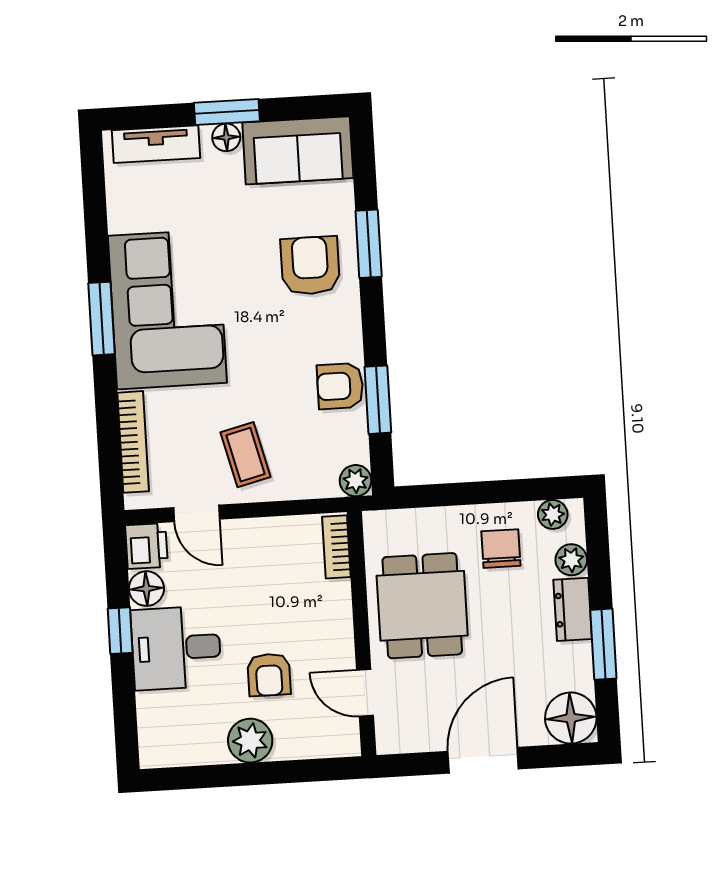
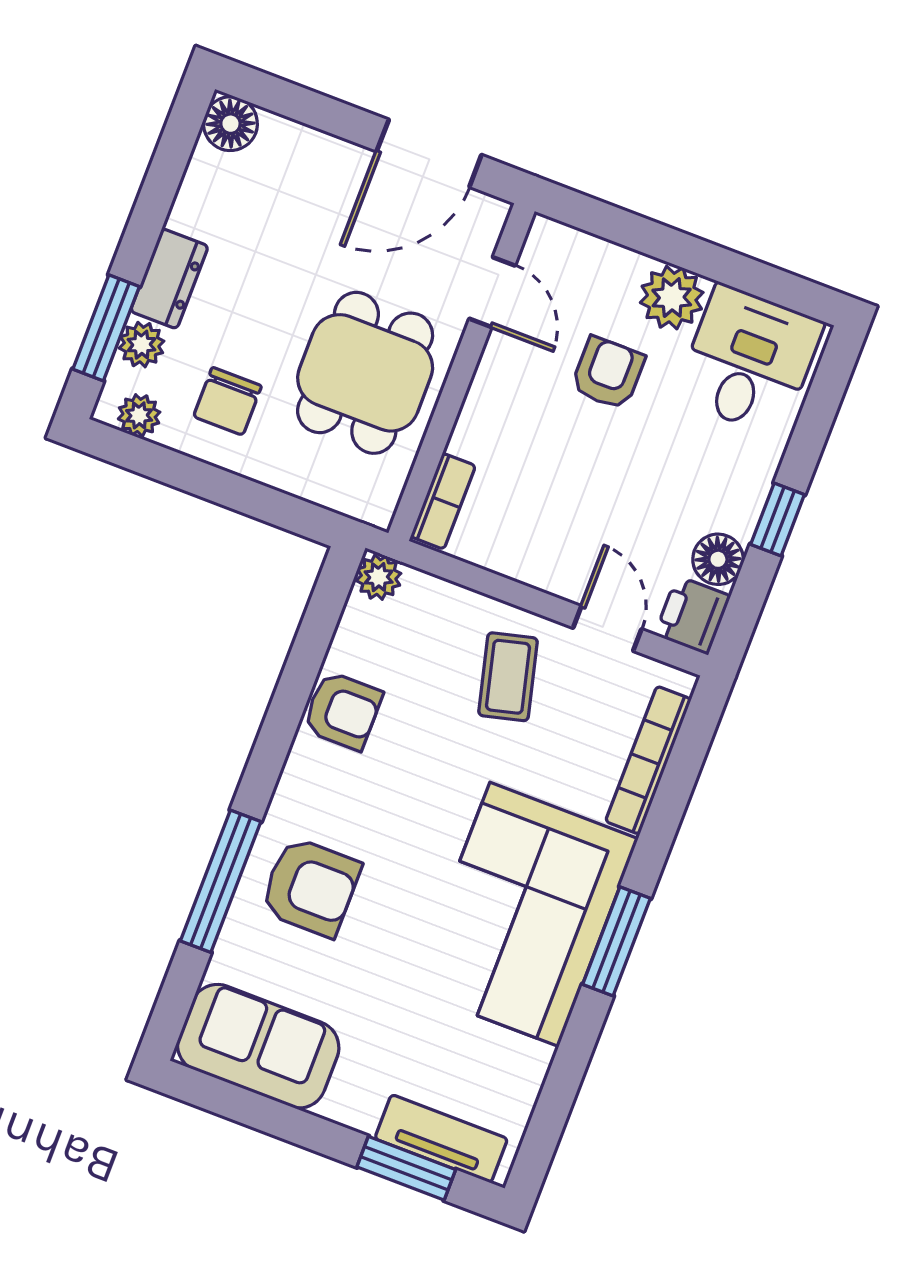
window: (227, 112) -> (406, 1168), moved
floor lamp: (226, 137) -> (345, 1106), removed
window: (369, 244) -> (221, 881), width x1.44
armchair: (310, 266) -> (310, 887), turned -90
window: (378, 400) -> (301, 670), removed
window: (603, 644) -> (106, 328), moved
desk: (176, 648) -> (749, 360), moved, turned -90
floor lamp: (571, 718) -> (230, 124), width x0.73, depth x0.73
door: (483, 760) -> (429, 153), moved

